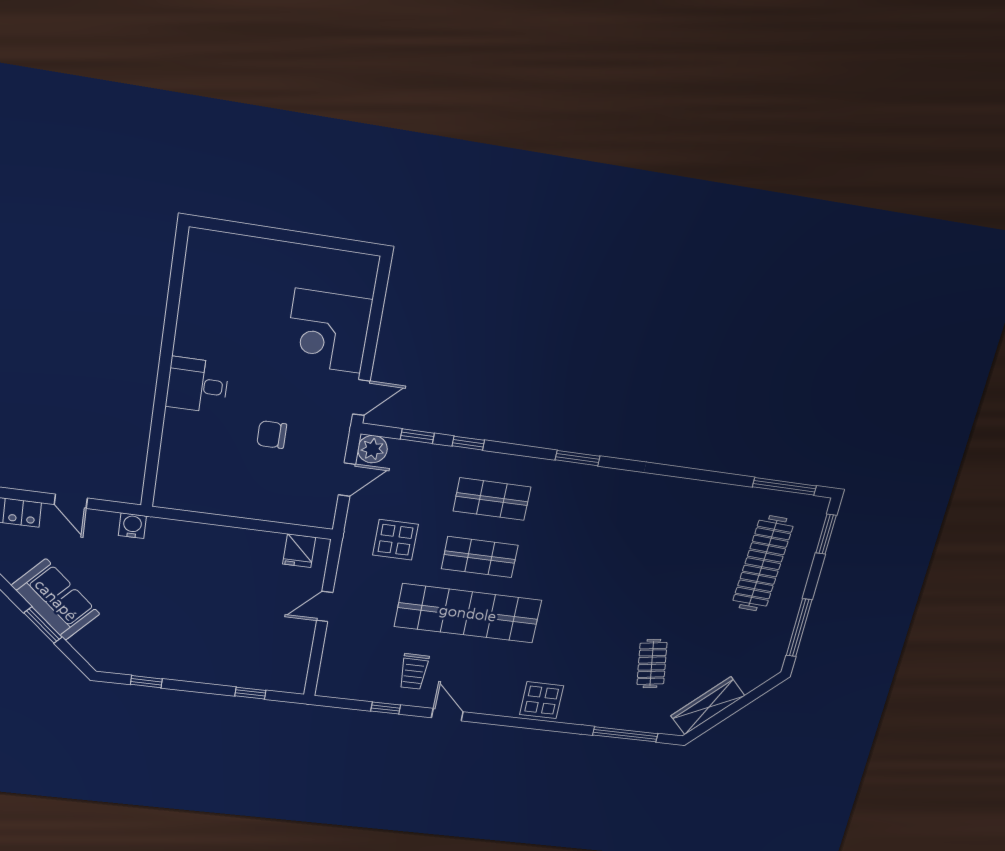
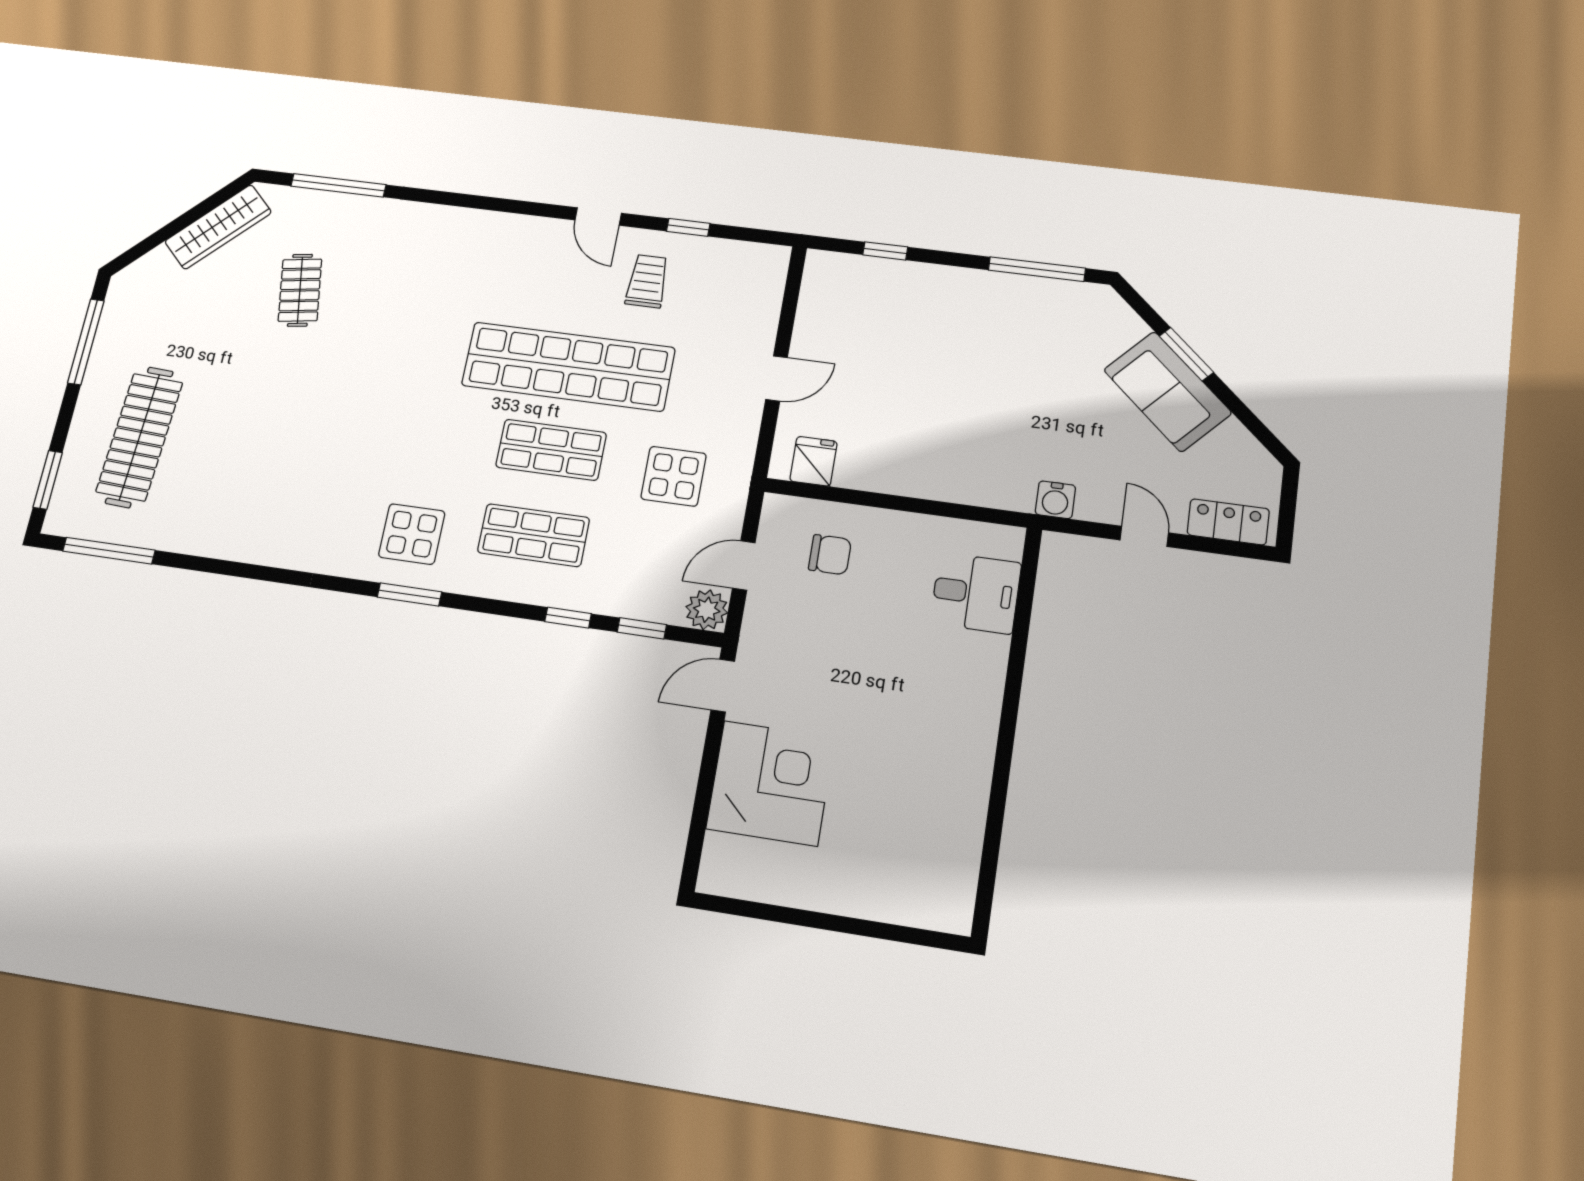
desk: (197, 385) -> (976, 593), moved
chair: (272, 435) -> (830, 555), moved
window: (146, 682) -> (1037, 269), width x2.17
display table: (542, 700) -> (412, 534), moved

